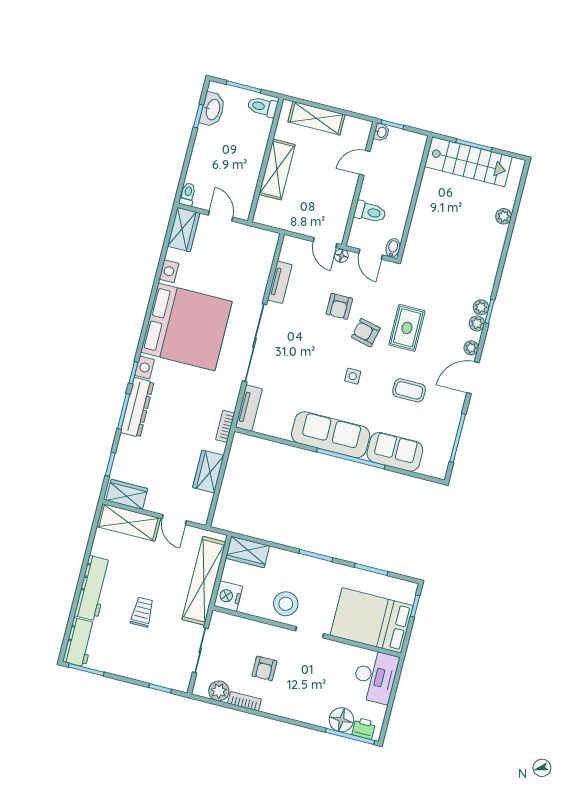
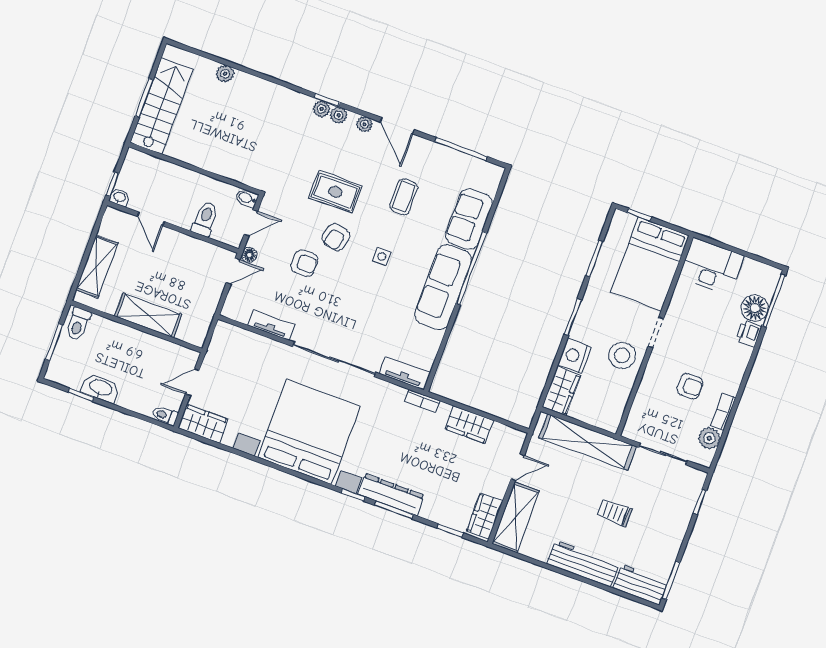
washbasin: (212, 109) -> (101, 388), moved
nightstand: (228, 596) -> (575, 356), moved, turned 90
printer: (364, 728) -> (749, 334), moved

